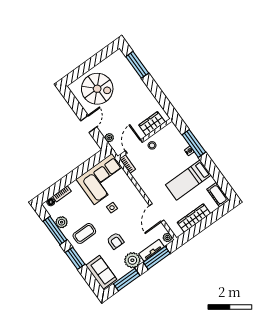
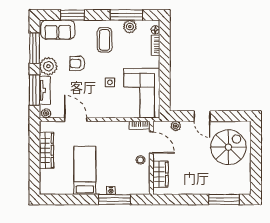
spiral stairs: (97, 89) -> (228, 147), turned 180
cot: (218, 195) -> (52, 188), removed
window: (75, 258) -> (73, 15), moved

